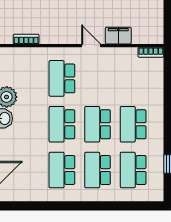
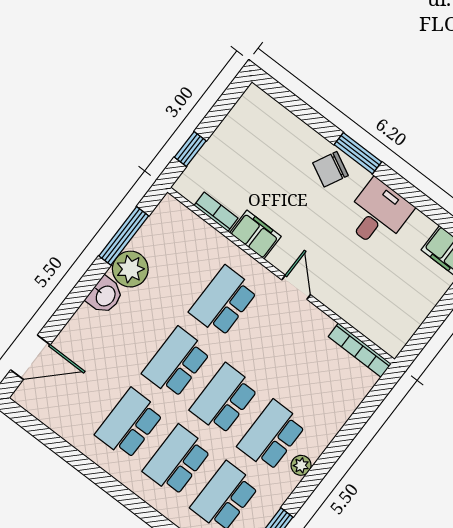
filing cabinet: (118, 36) -> (255, 235), moved
bookcase: (151, 52) -> (360, 350), width x1.56
plant: (158, 128) -> (301, 465), added

